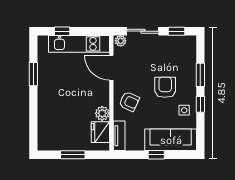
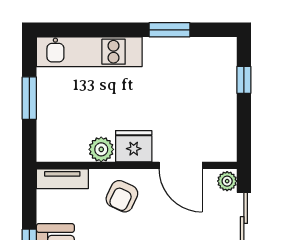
kitchen unit: (79, 44) -> (89, 52), moved, turned -90
door: (111, 68) -> (181, 165), swing flipped
fridge: (100, 132) -> (134, 146), moved

